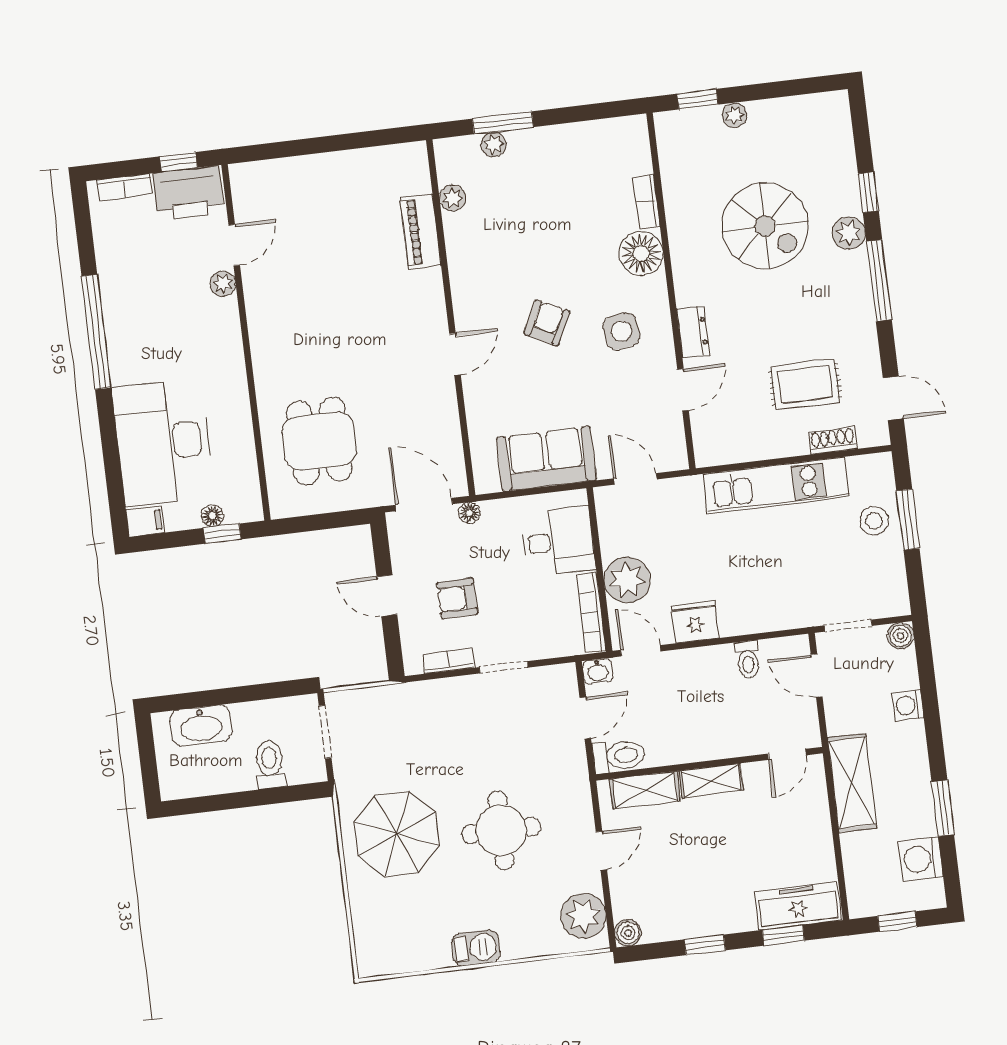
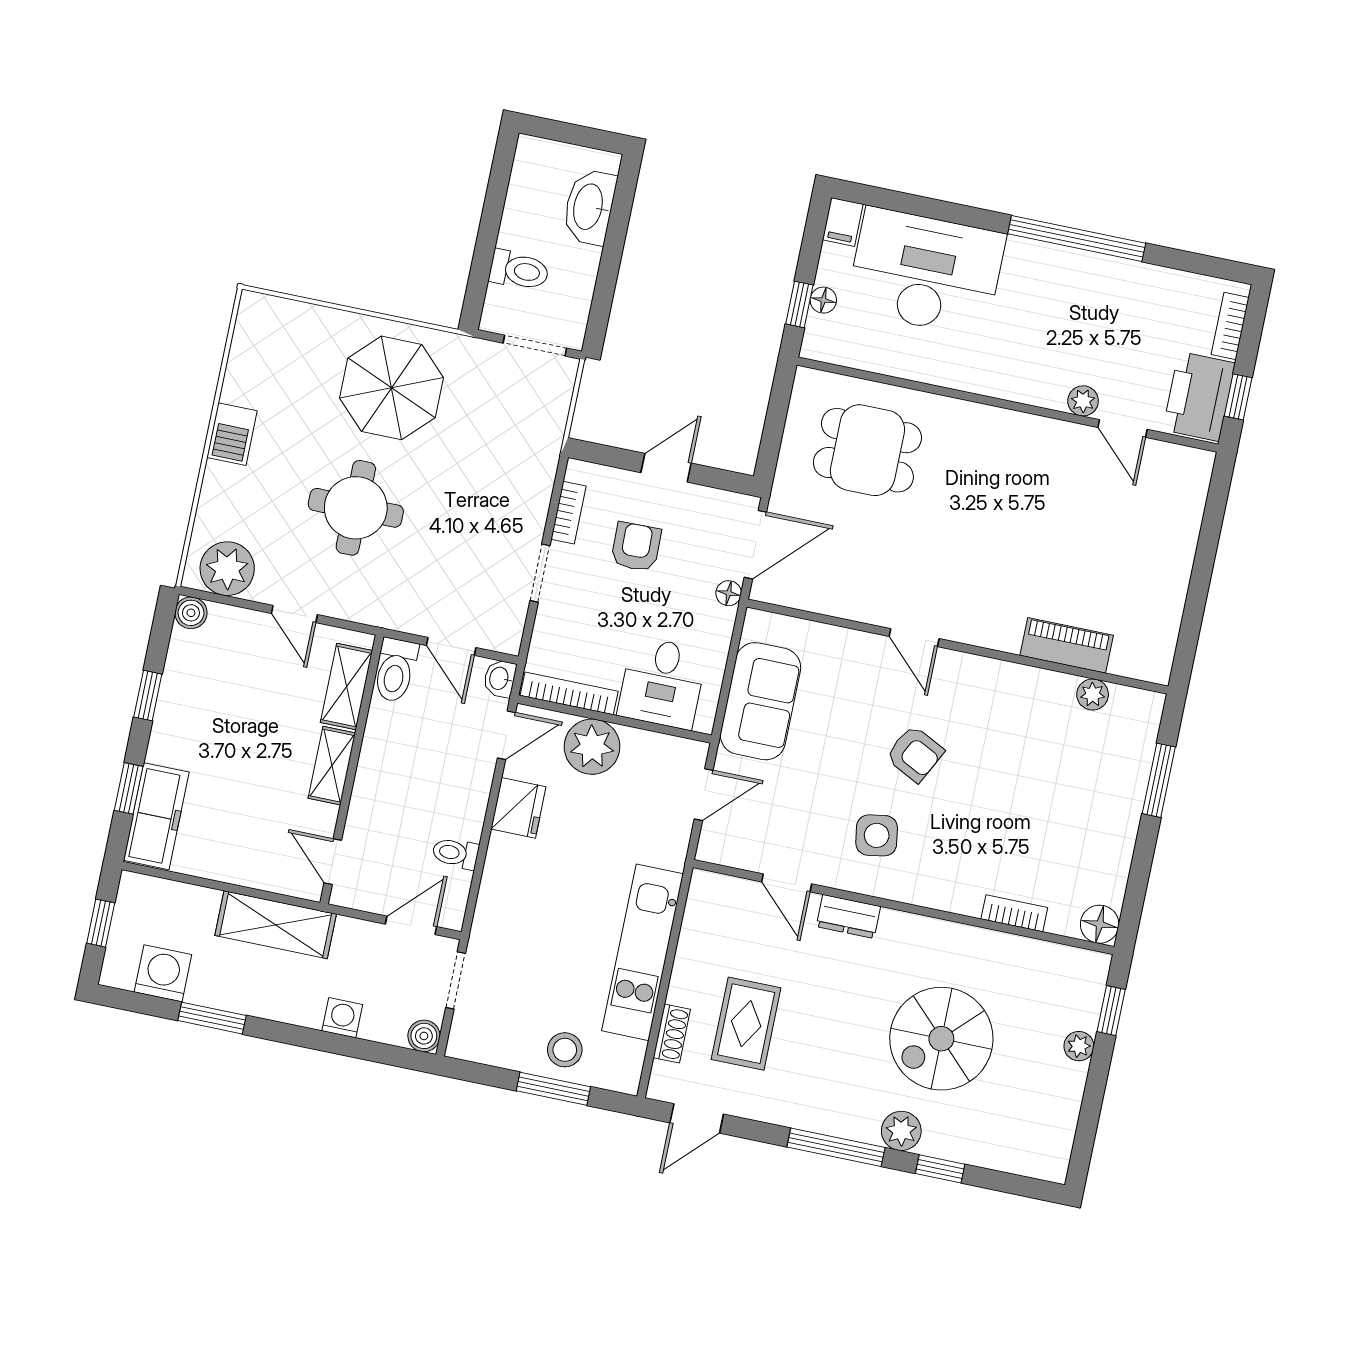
plant: (494, 144) -> (1138, 762), removed
floor lamp: (641, 253) -> (1100, 924), moved, width x0.73, depth x0.73

